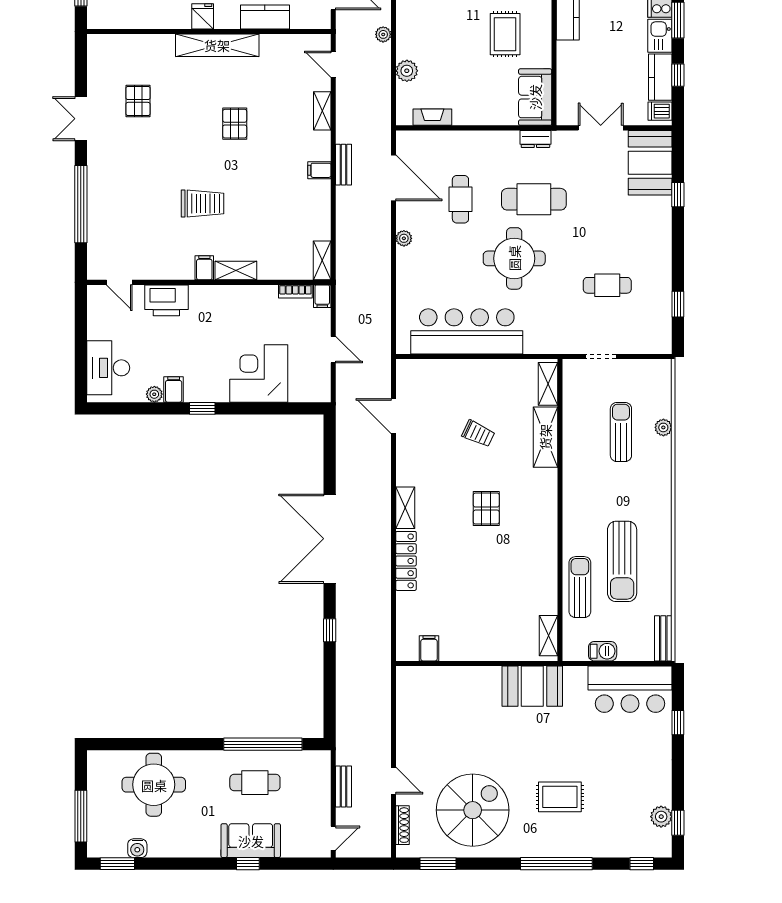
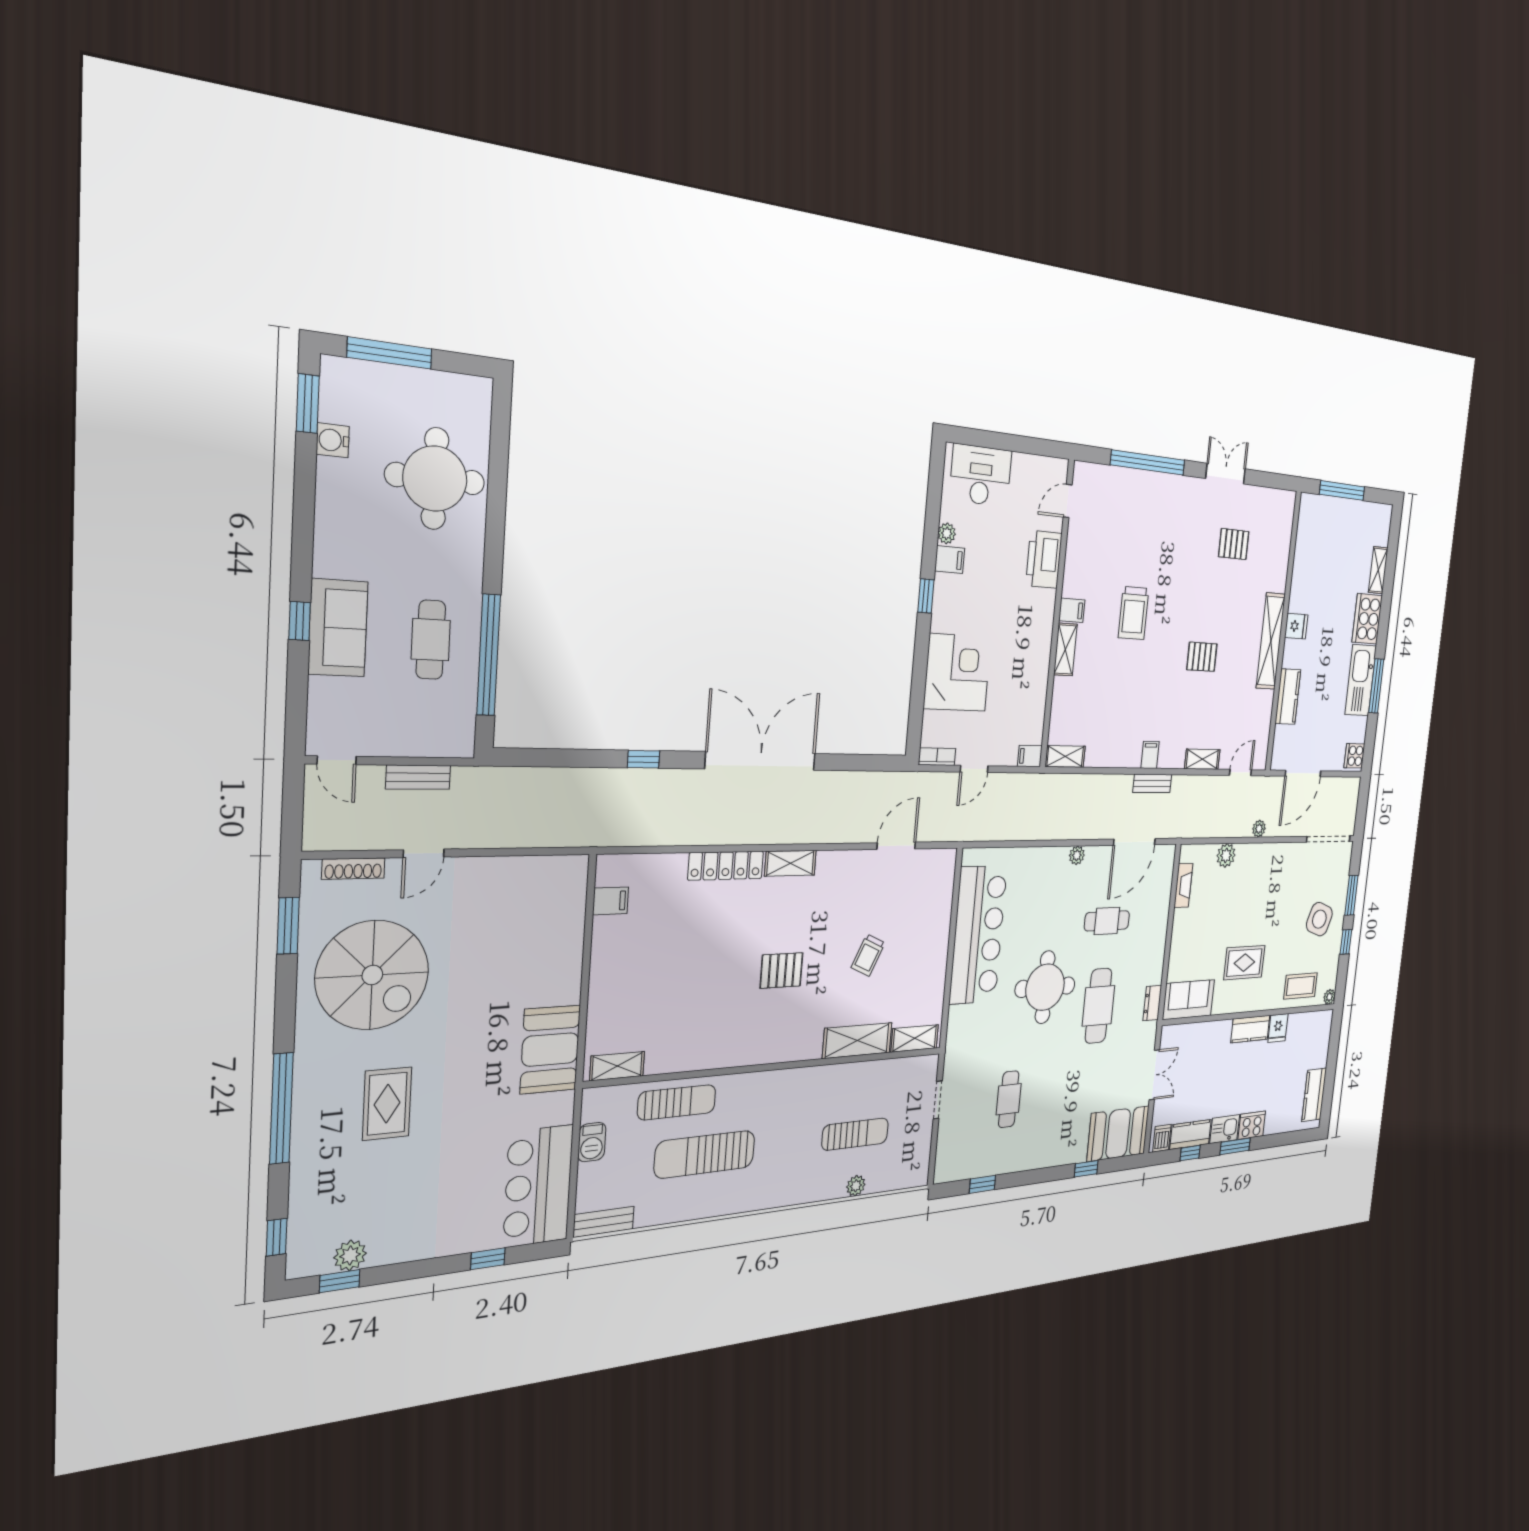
bookcase: (295, 291) -> (937, 757), moved, turned 90

